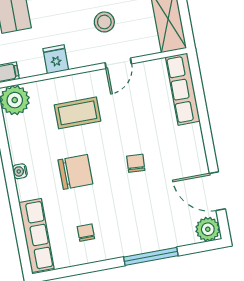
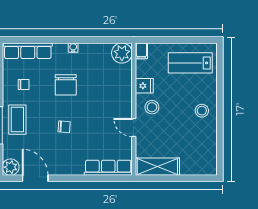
stool: (104, 22) -> (152, 107), moved
coffee table: (78, 113) -> (17, 120), moved
door: (217, 191) -> (35, 178), hinge flipped

